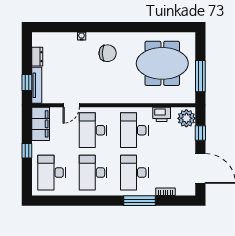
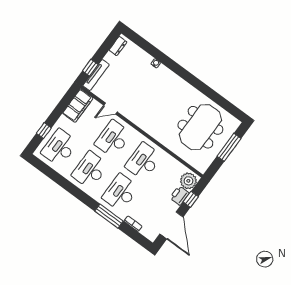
chair: (108, 53) -> (166, 90), removed
dresser: (37, 57) -> (118, 46), moved
meeting table: (162, 63) -> (200, 127), turned 90
window: (200, 76) -> (229, 147), moved
printer: (162, 114) -> (180, 196), moved, turned 90
window: (27, 151) -> (44, 131), moved

